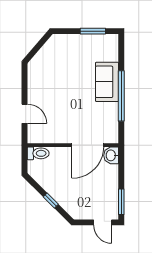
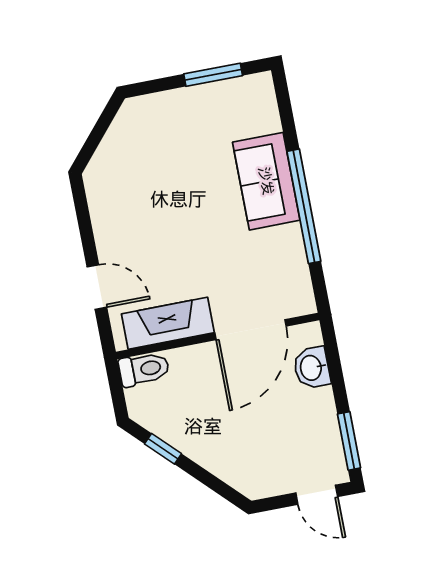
fireplace: (52, 135) -> (168, 323), added
washbasin: (111, 155) -> (312, 368), moved
window: (51, 201) -> (163, 449), moved

